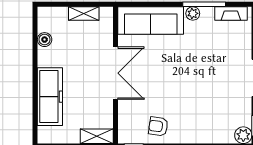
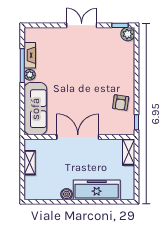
fireplace: (231, 14) -> (30, 55), moved
boiler: (45, 40) -> (67, 194), moved

